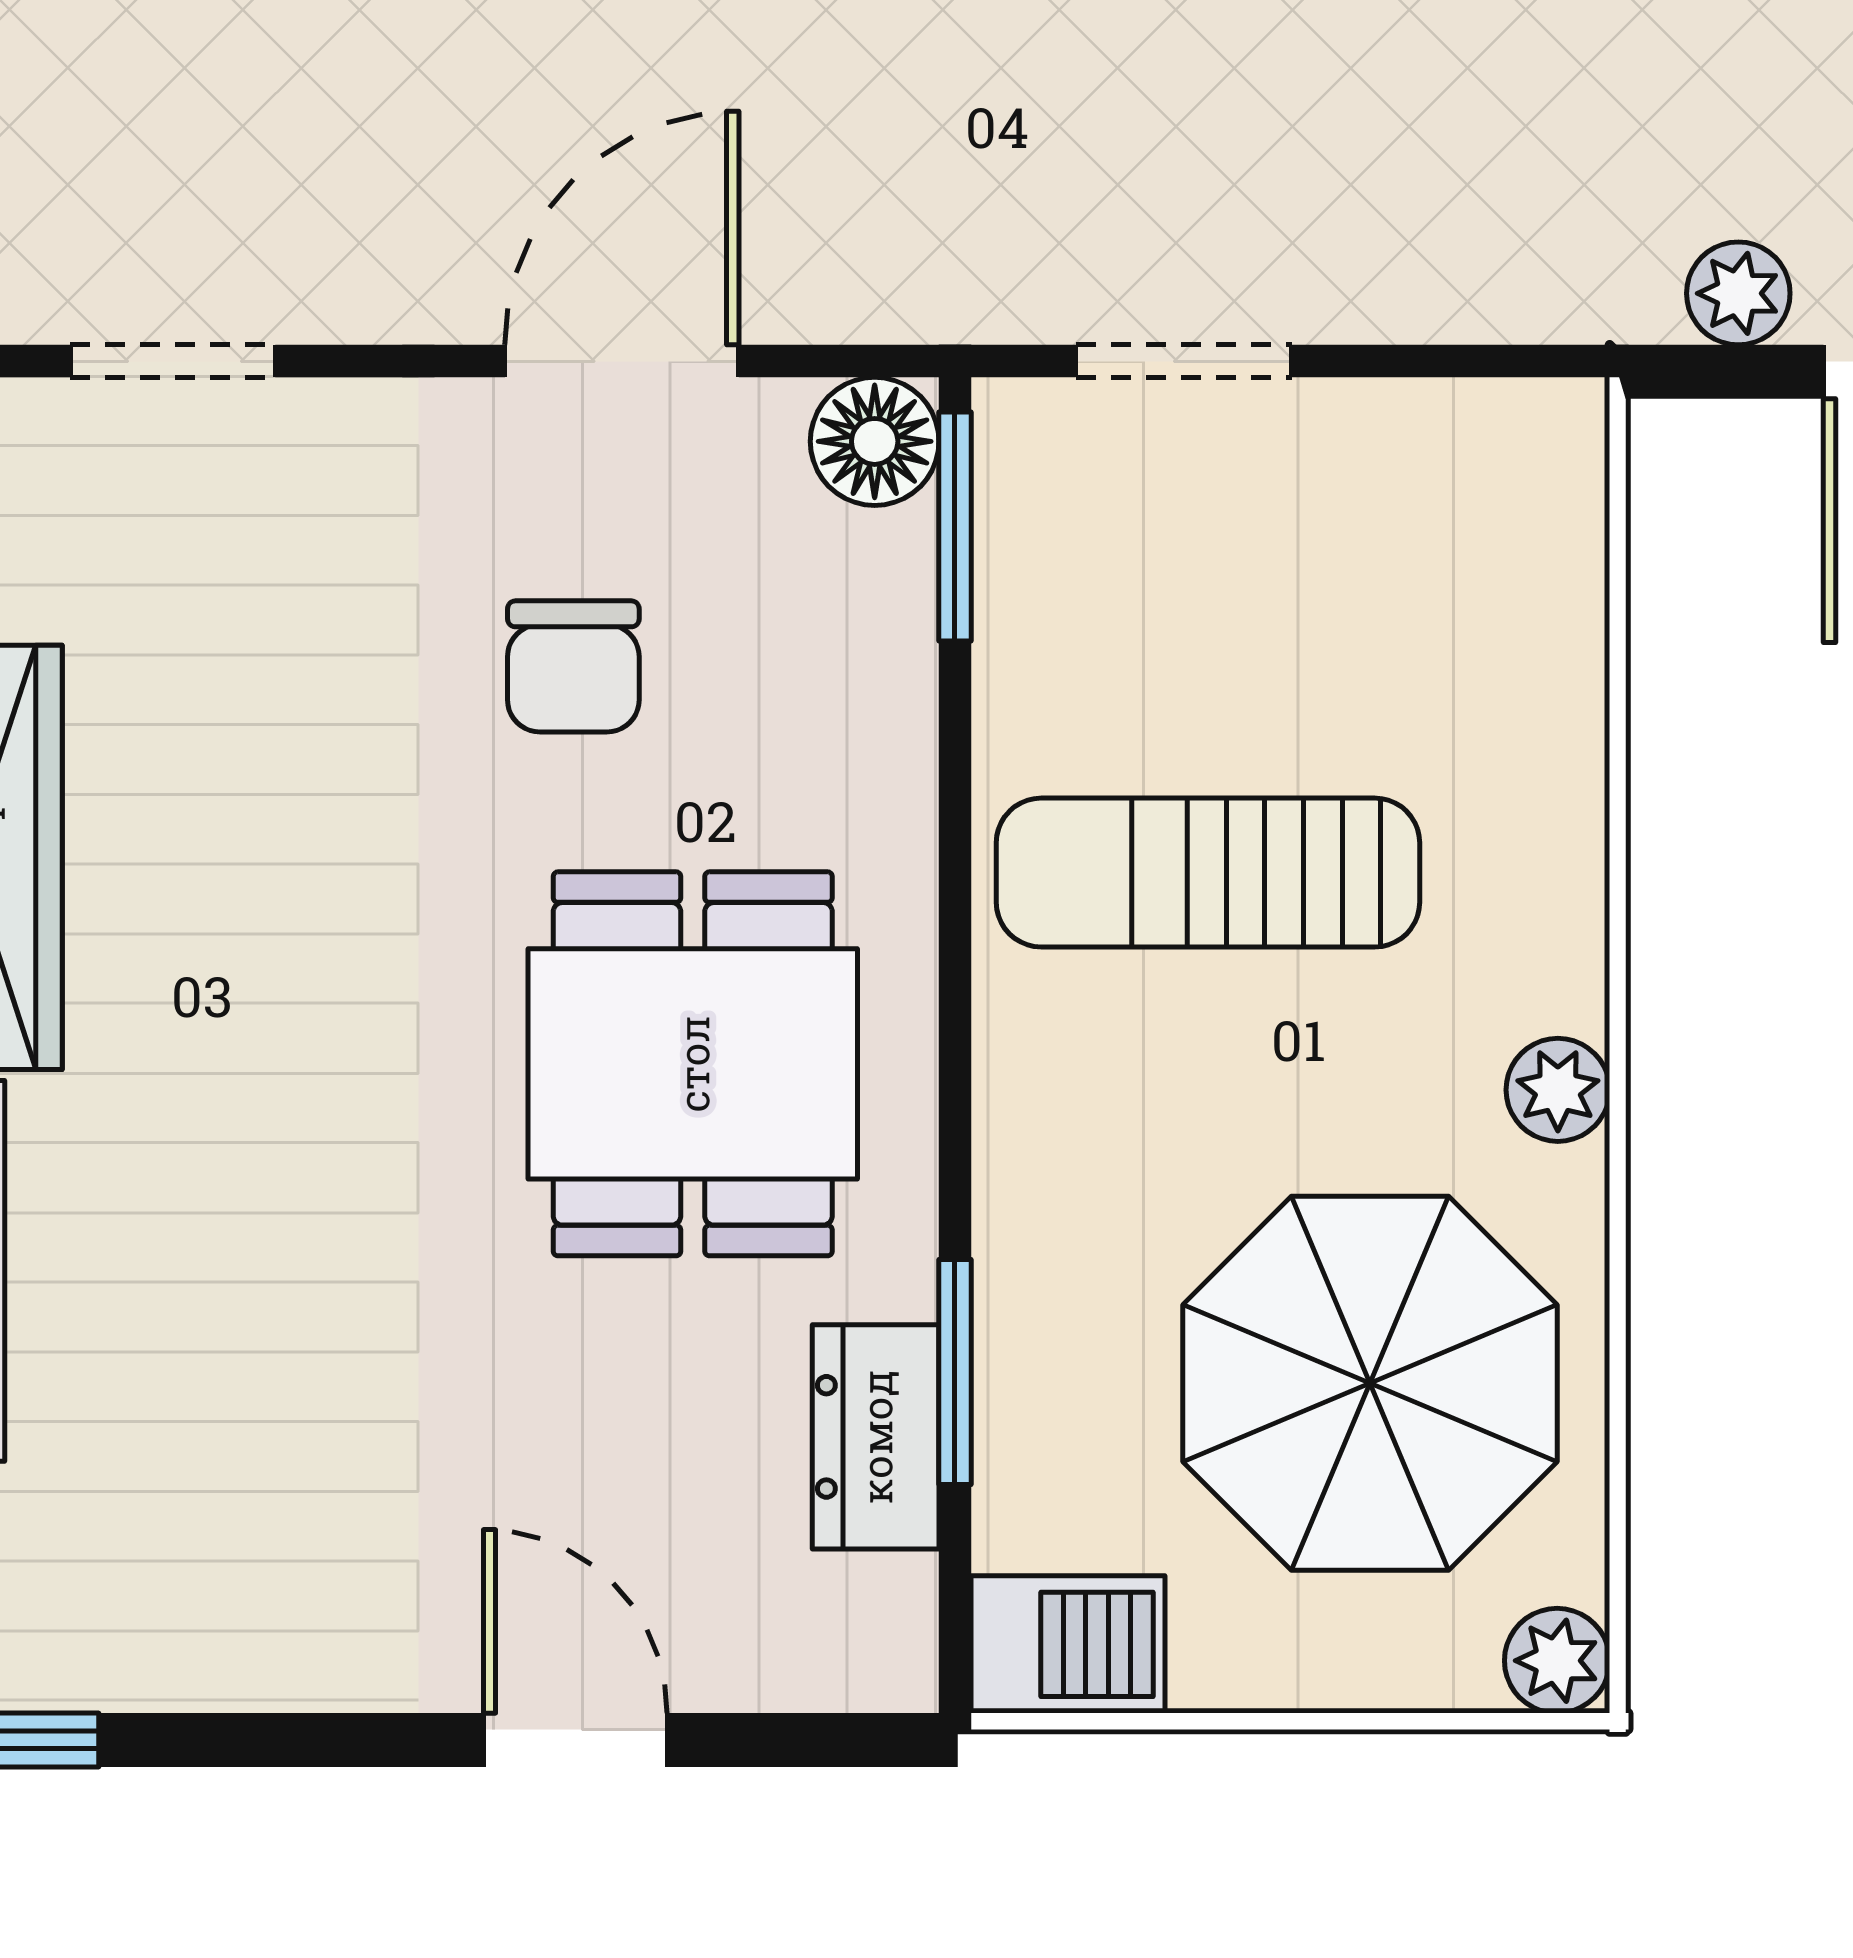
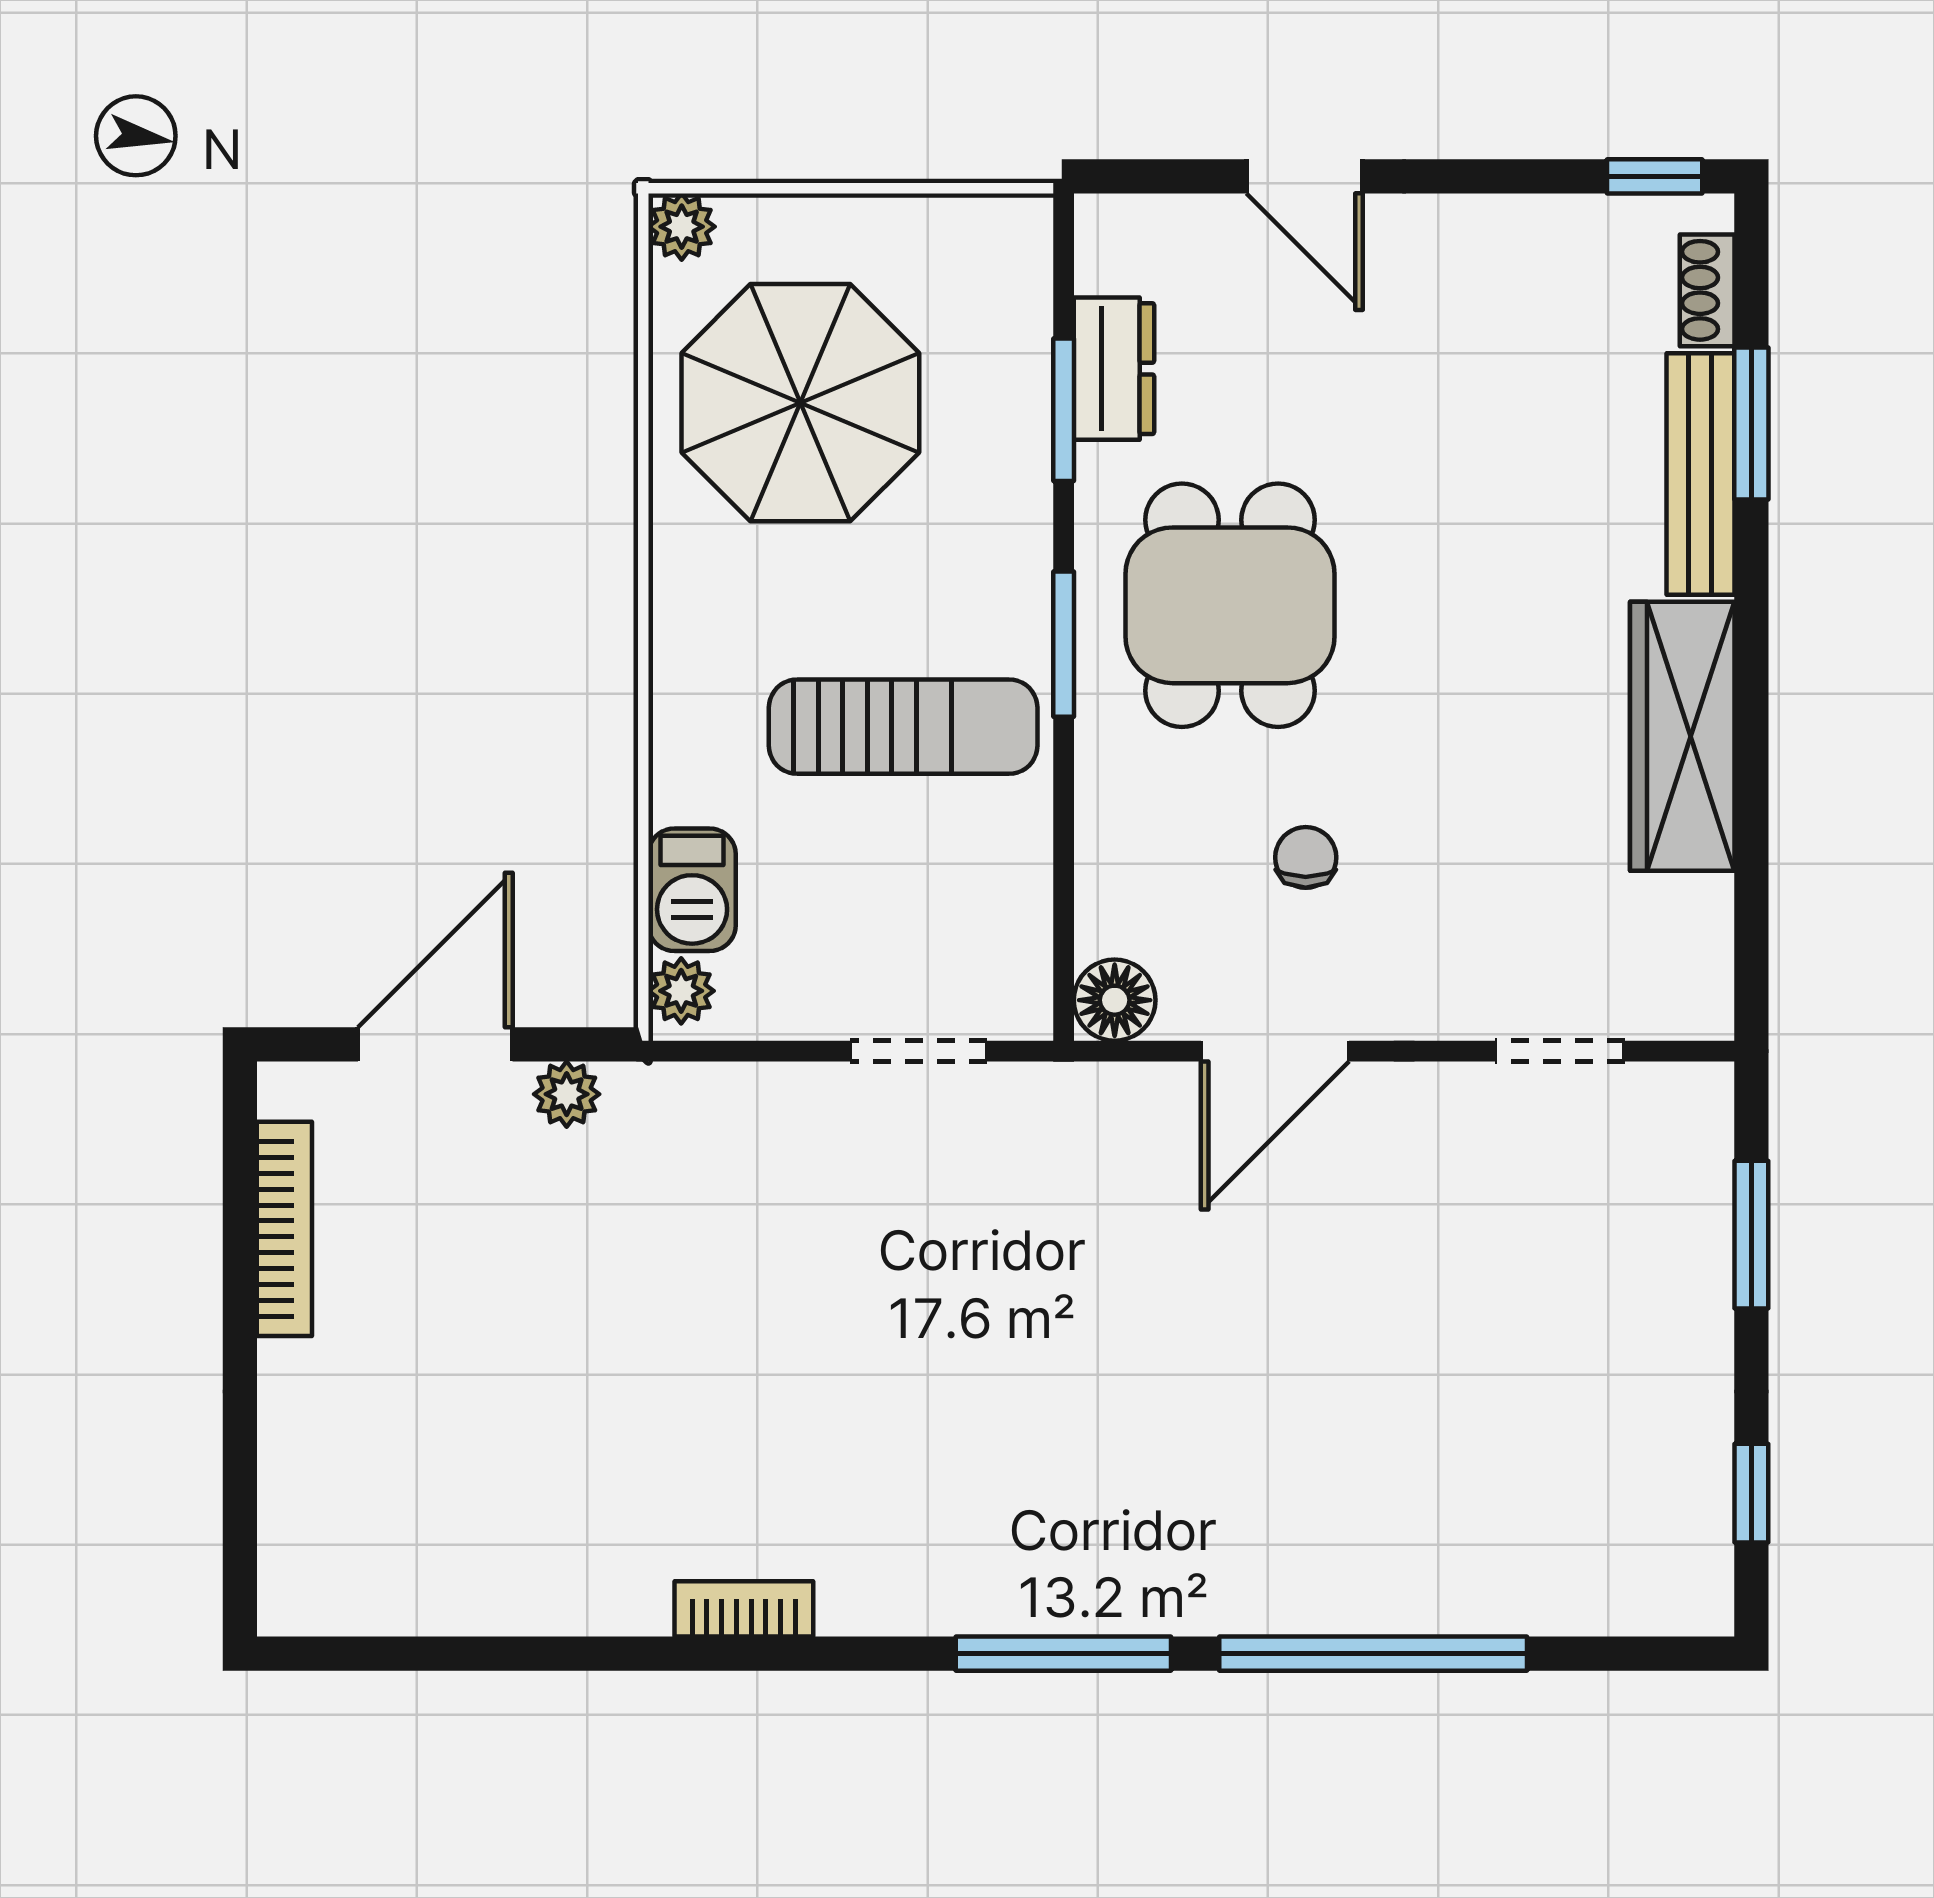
window: (955, 527) -> (1064, 644), moved
chair: (573, 666) -> (1306, 857), width x0.73, depth x0.73
plant: (1558, 1090) -> (681, 991), moved
barbecue: (1068, 1644) -> (692, 890), moved, turned -90

